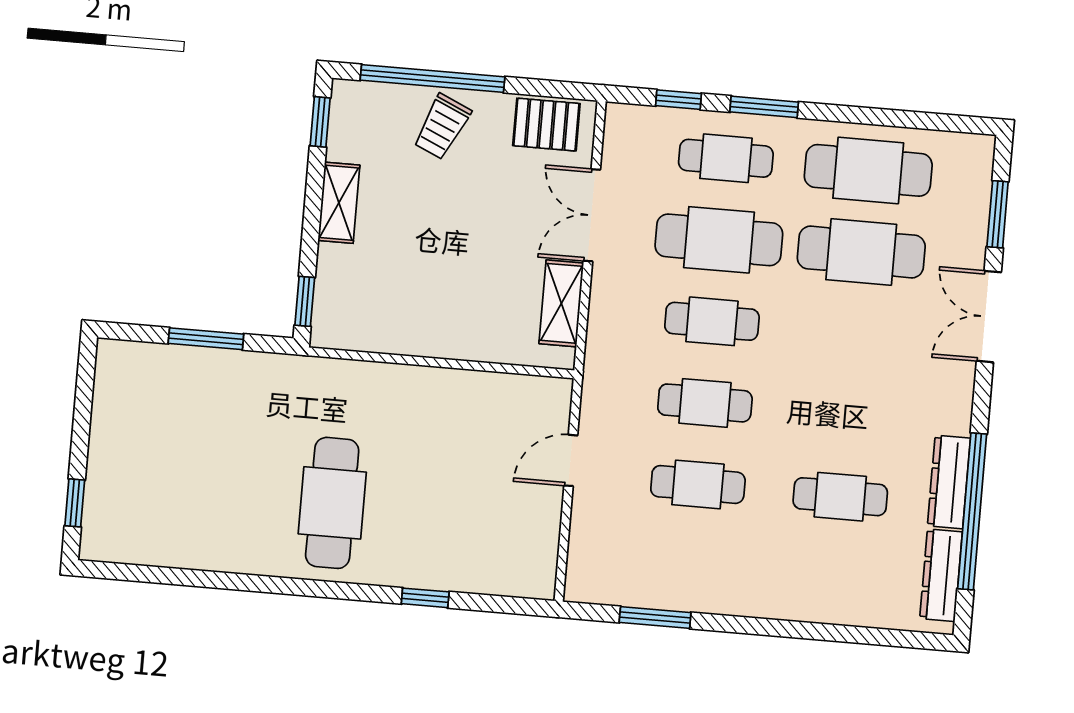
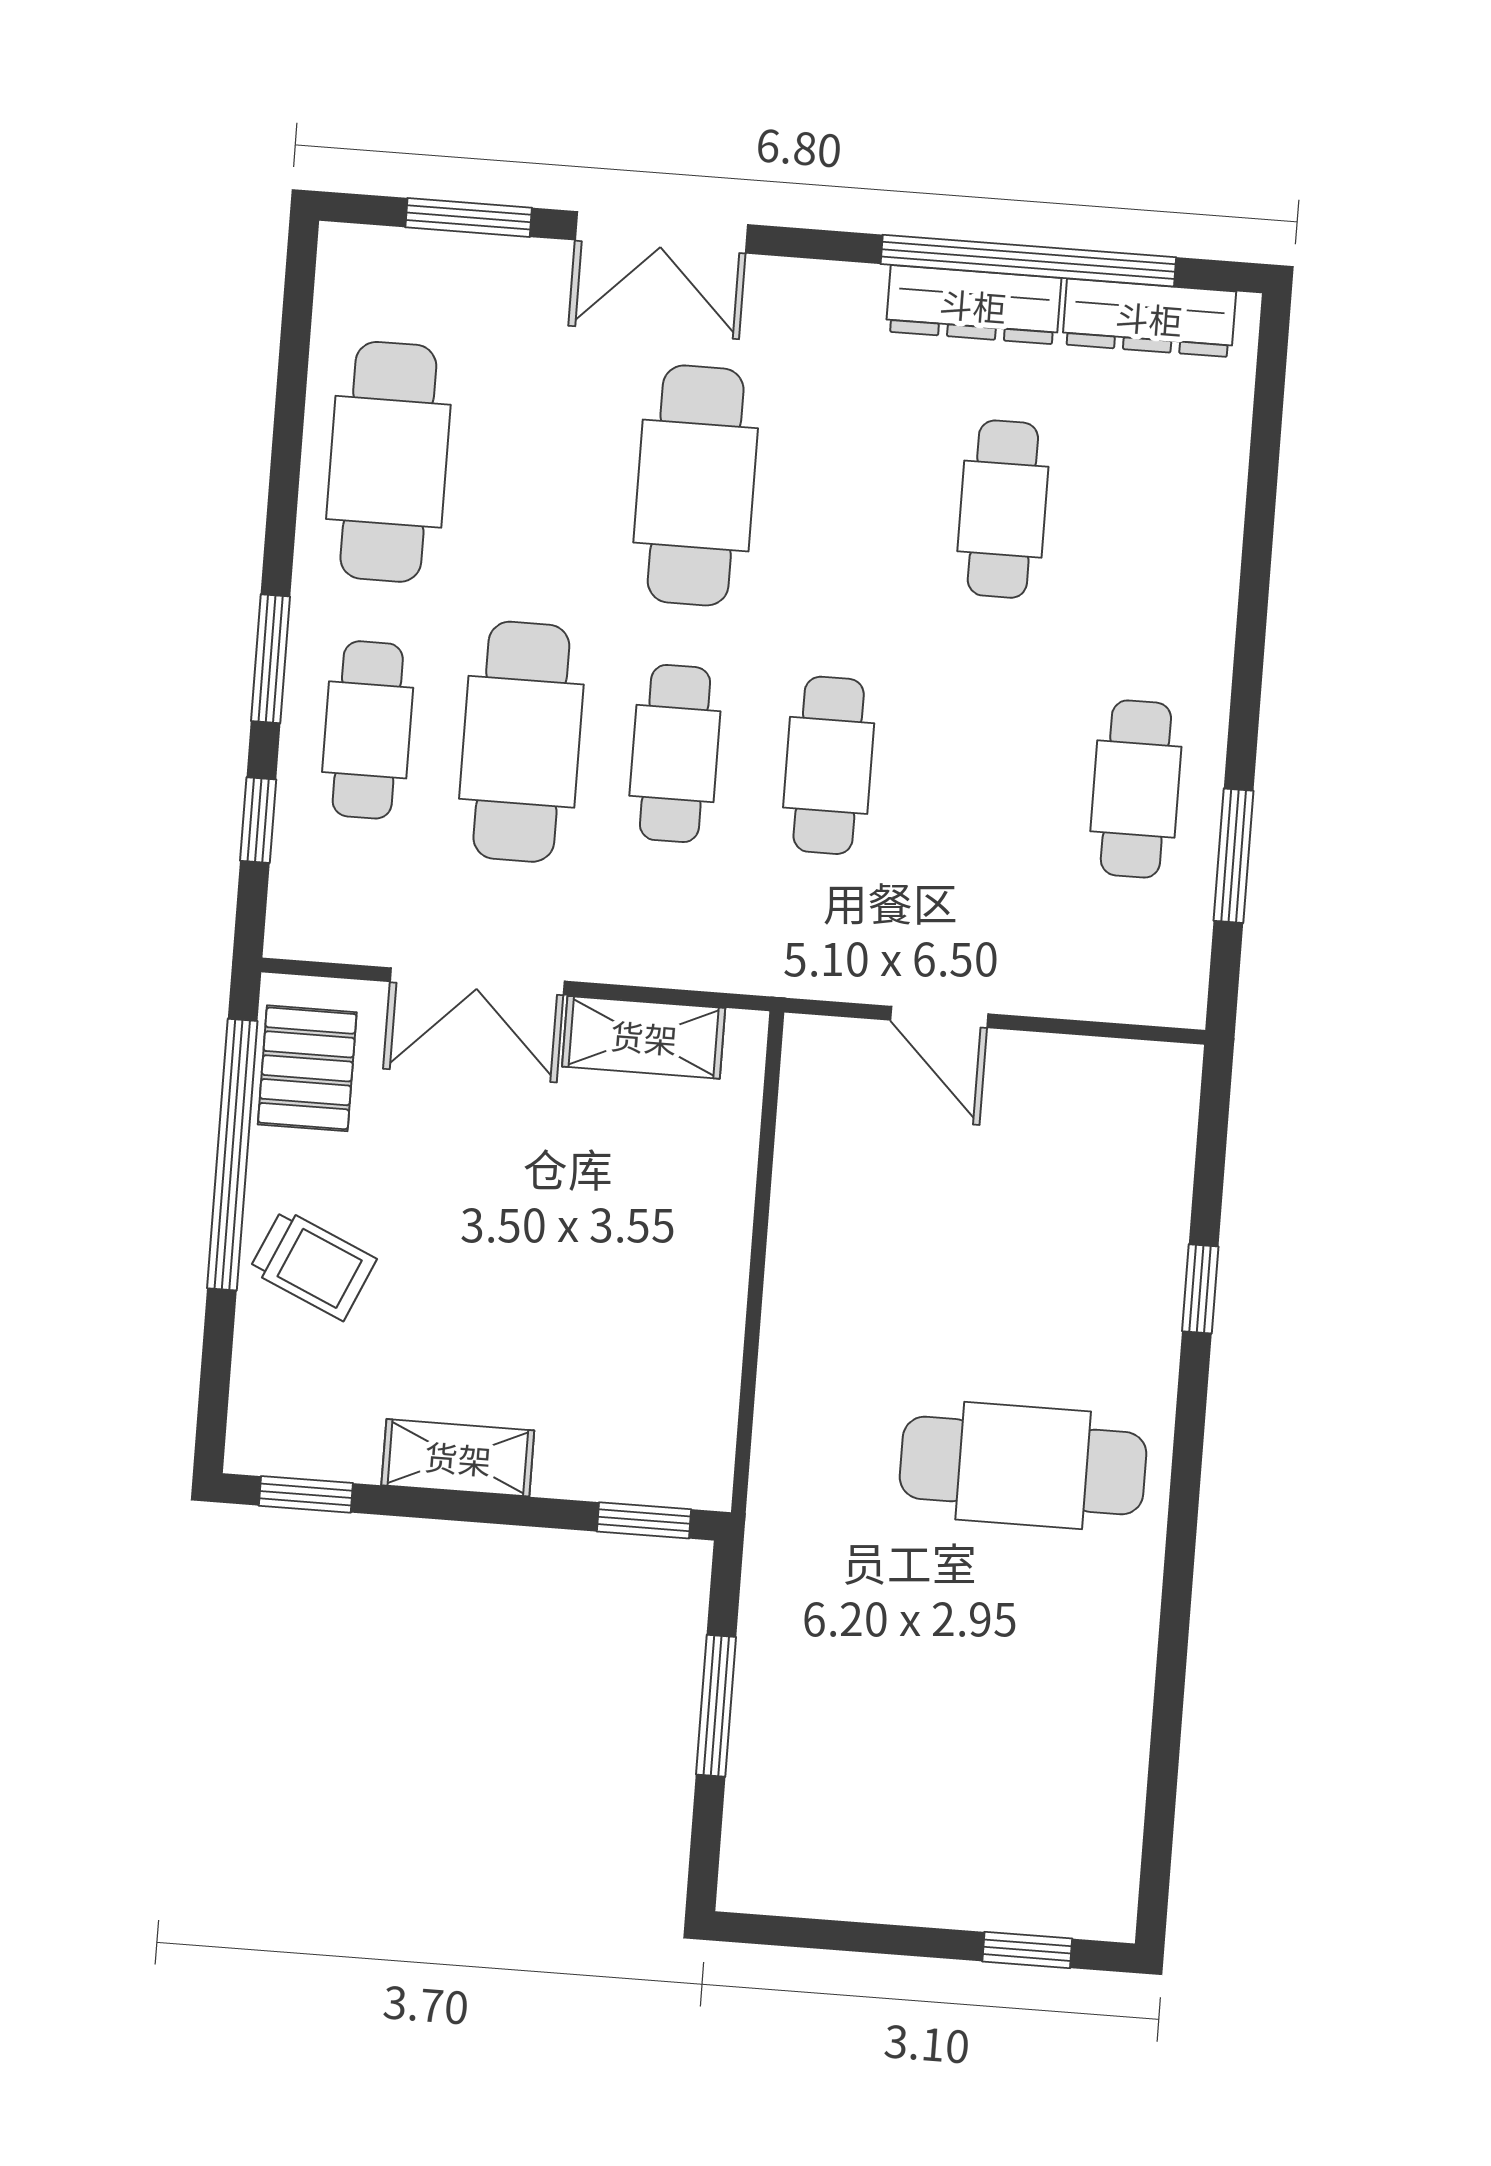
window: (433, 79) -> (232, 1155), moved
cafe table: (861, 252) -> (696, 485), moved
cafe table: (698, 484) -> (1136, 789), moved

